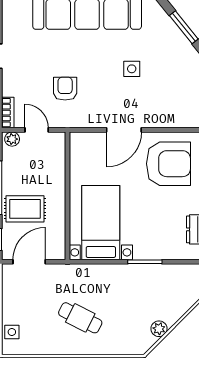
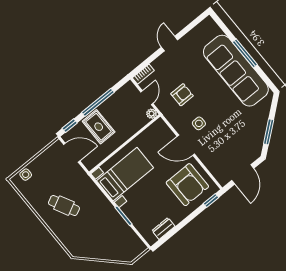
side table: (132, 69) -> (199, 123), moved
plant: (12, 139) -> (152, 114), moved
cafe table: (80, 318) -> (64, 206), turned -54
plant: (159, 329) -> (93, 253), removed

